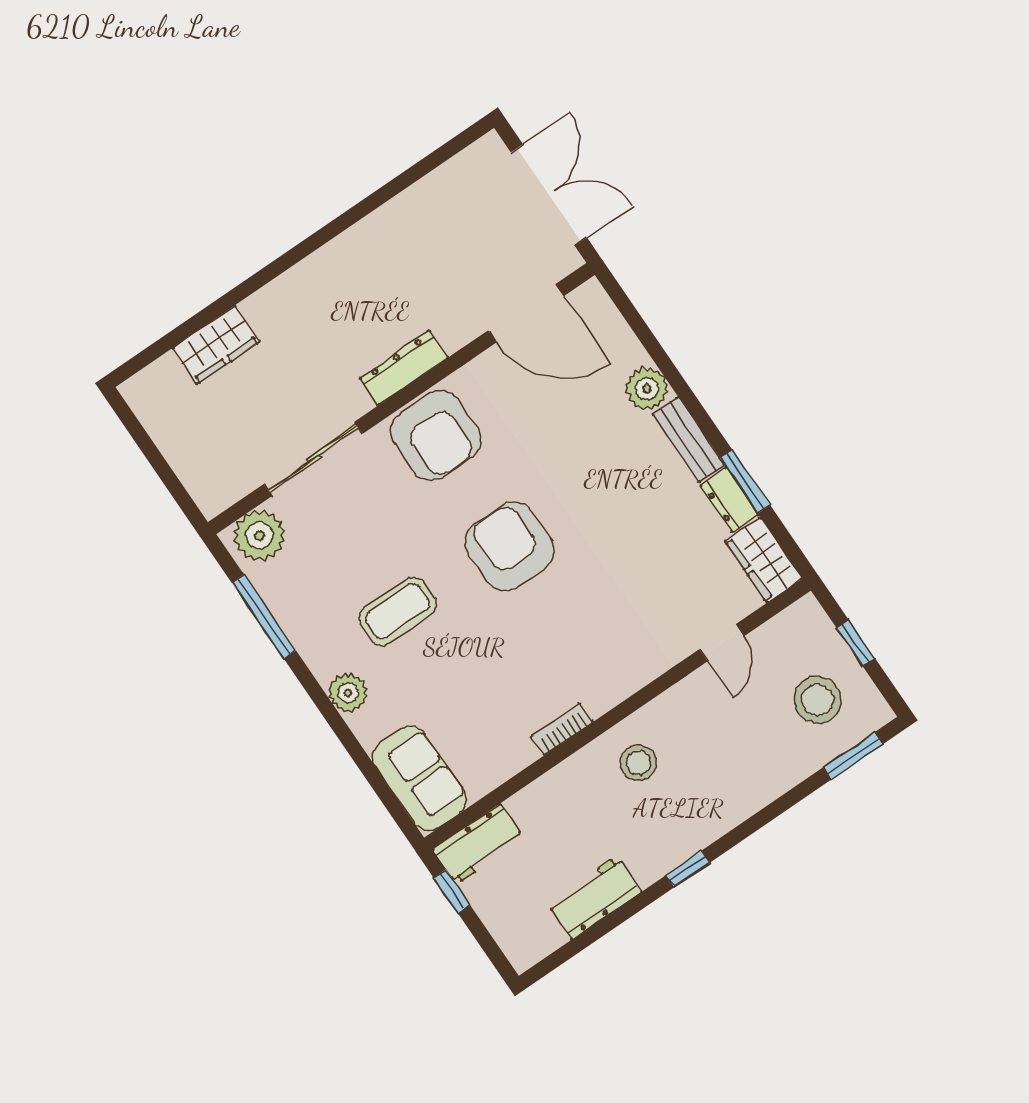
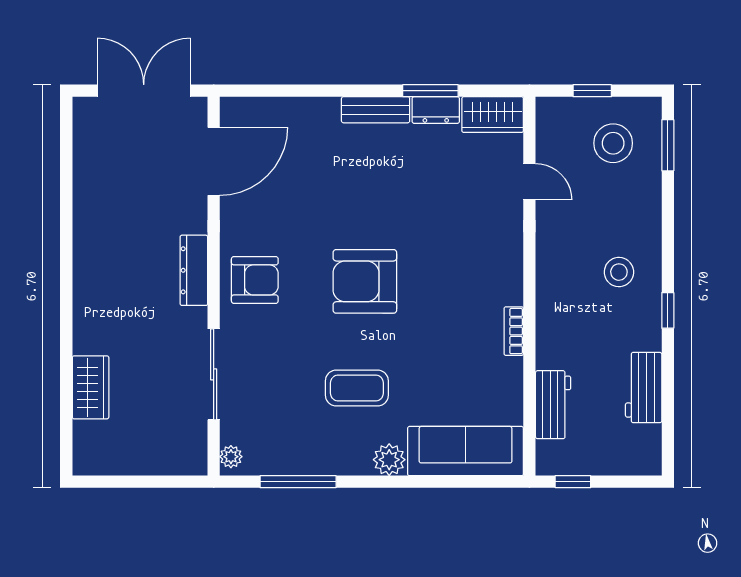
plant: (647, 389) -> (321, 114), removed
armchair: (436, 435) -> (255, 280), width x0.73, depth x0.73
plant: (259, 536) -> (231, 457), width x0.53, depth x0.53
coffee table: (398, 611) -> (357, 388), turned 90
stool: (639, 763) -> (619, 272), moved
sofa: (419, 778) -> (466, 451), width x1.36
workbench: (478, 844) -> (553, 405), moved

